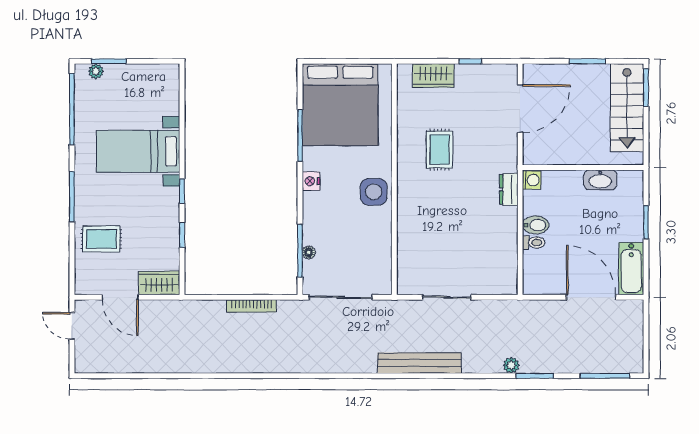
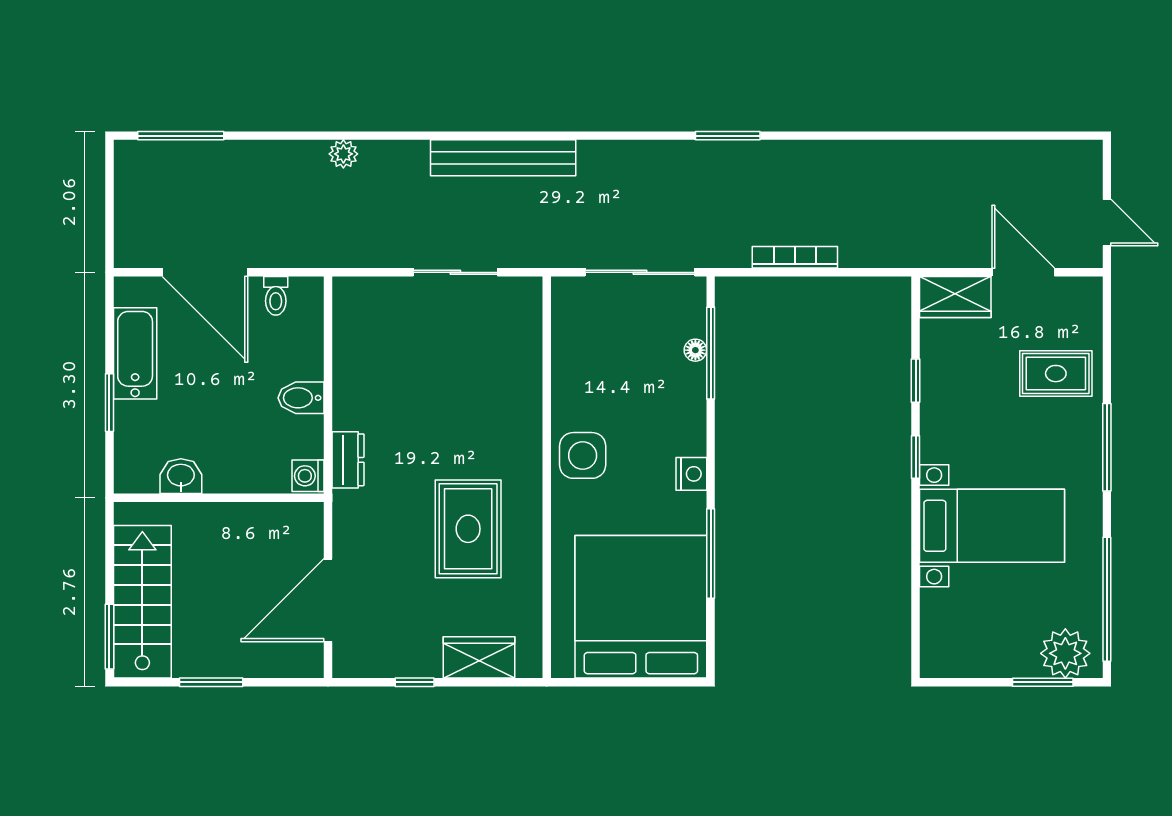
plant: (96, 71) -> (1065, 653), width x1.87, depth x1.87
rug: (440, 150) -> (468, 529), width x1.36, depth x1.43
washbasin: (600, 180) -> (181, 476), width x0.72
toilet: (534, 242) -> (276, 296), moved, turned -90
bathtub: (631, 269) -> (135, 353), moved
window: (535, 376) -> (728, 136), moved

